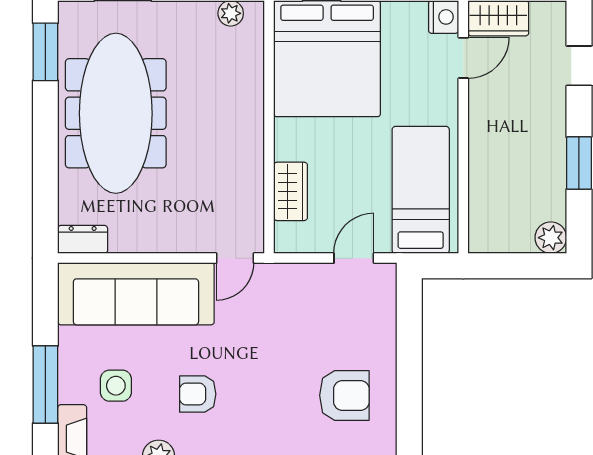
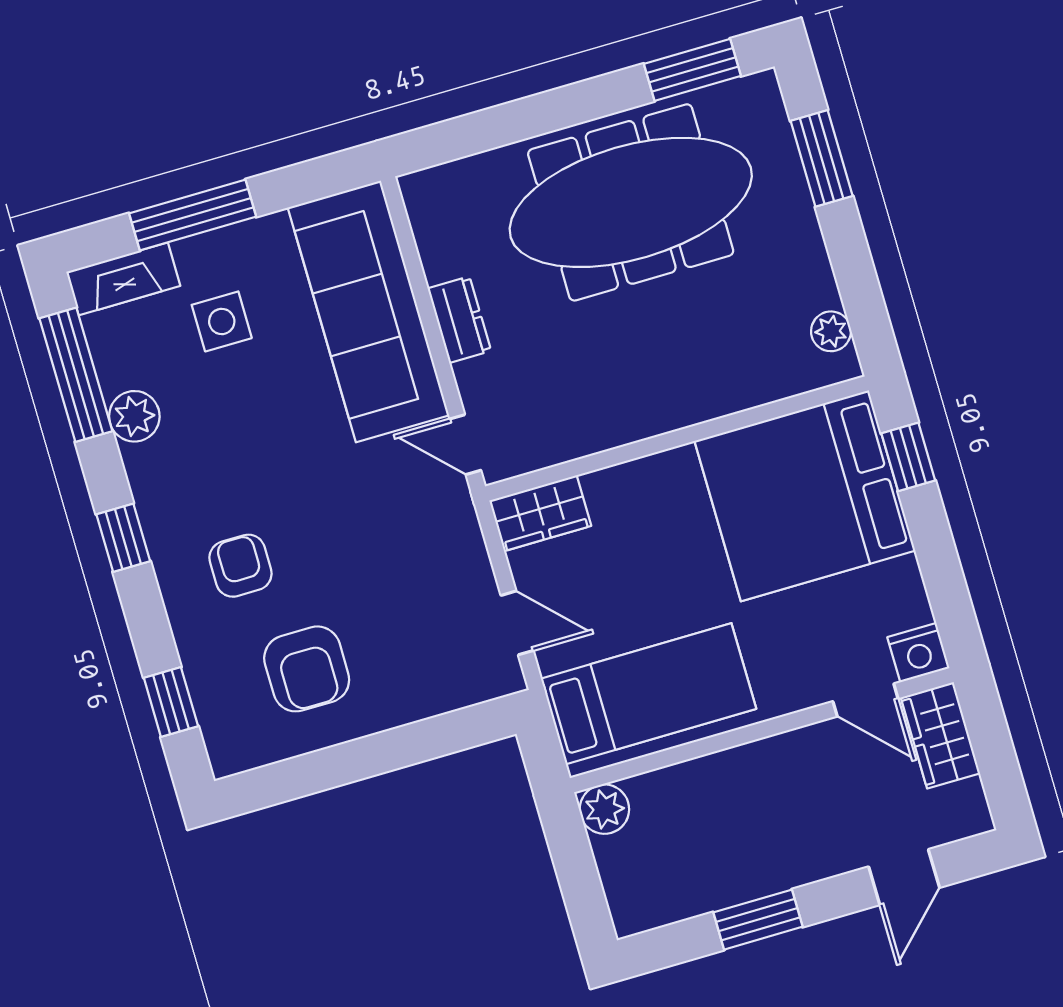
wardrobe: (291, 191) -> (540, 513), moved
plant: (551, 238) -> (604, 809), moved
dresser: (83, 239) -> (459, 320), moved
armchair: (198, 394) -> (240, 566), moved

